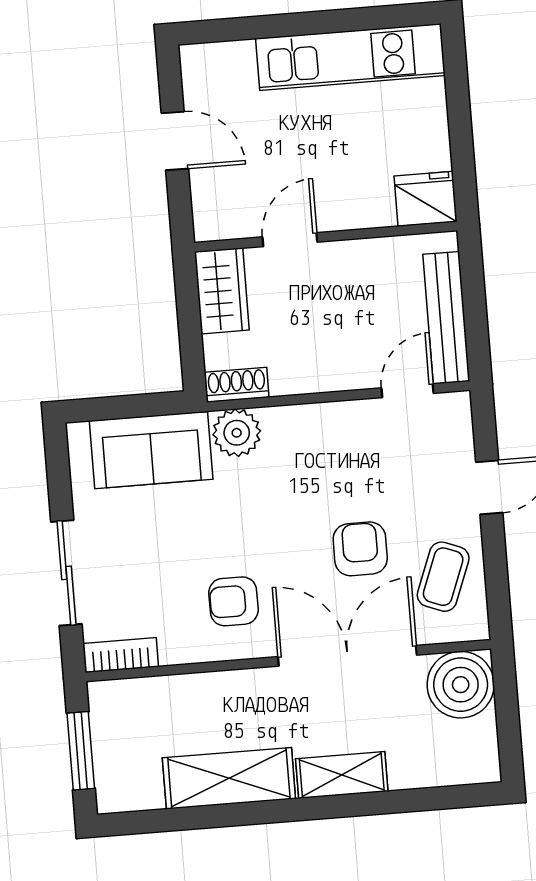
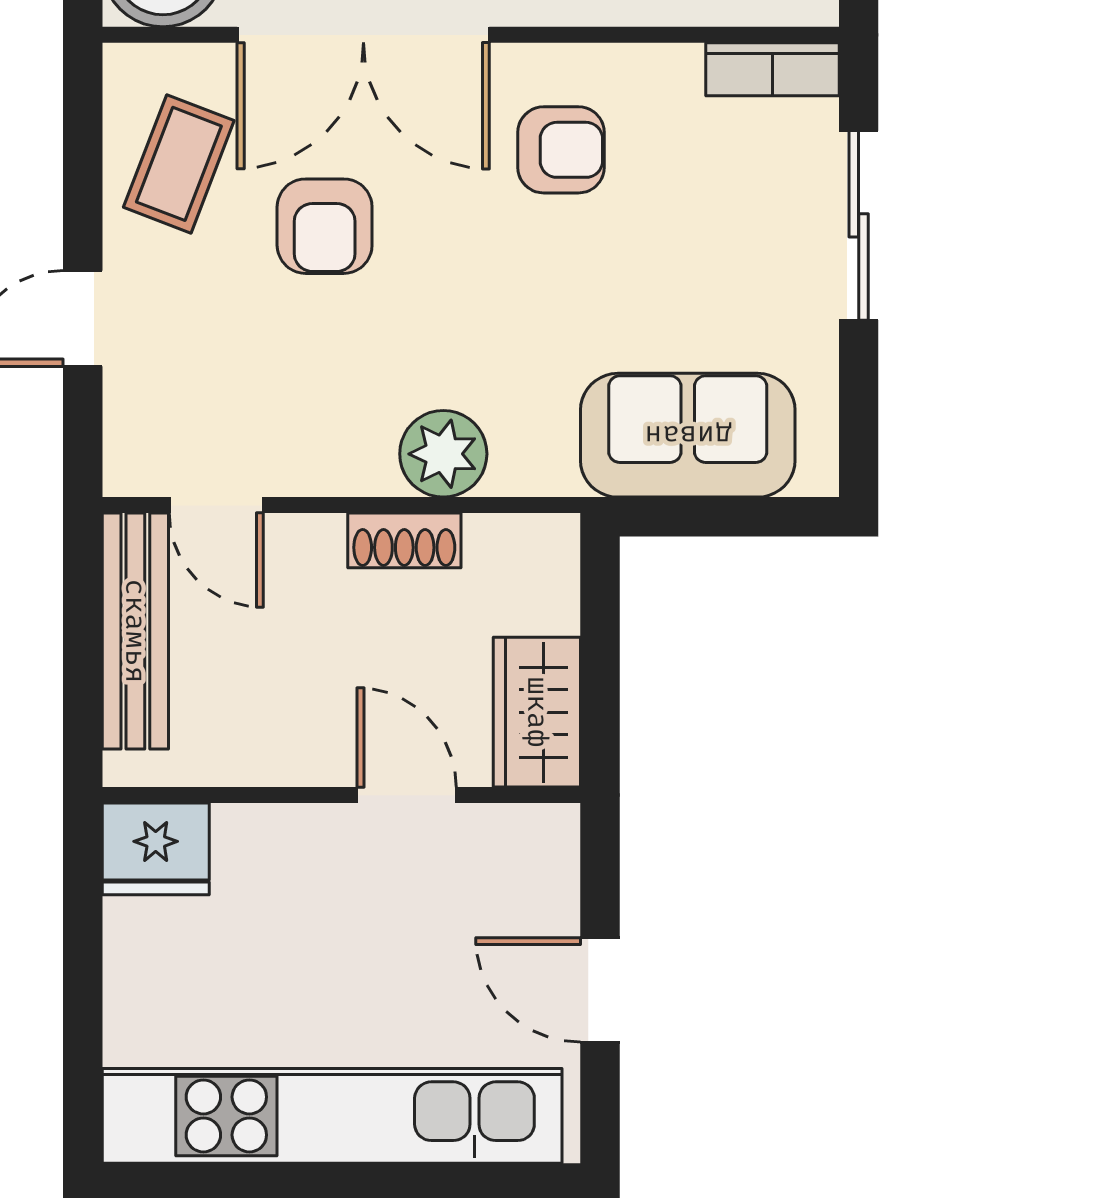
kitchen unit: (350, 57) -> (332, 1116), width x1.36
door: (290, 240) -> (407, 795), swing flipped
shoe rack: (237, 385) -> (404, 540), moved
door: (407, 391) -> (216, 505), hinge flipped
plant: (237, 433) -> (443, 454), moved

